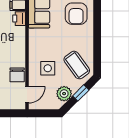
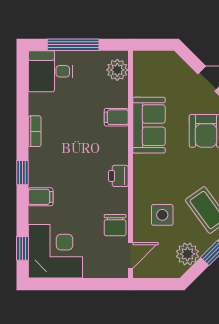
printer: (19, 19) -> (118, 176), moved

